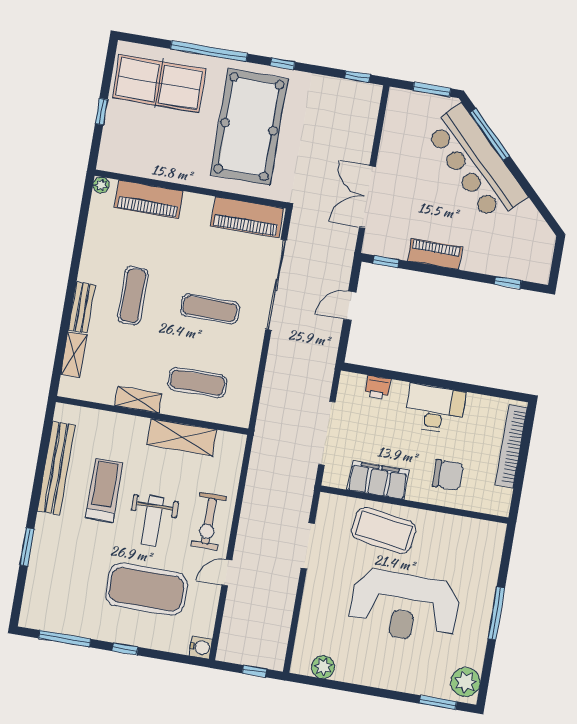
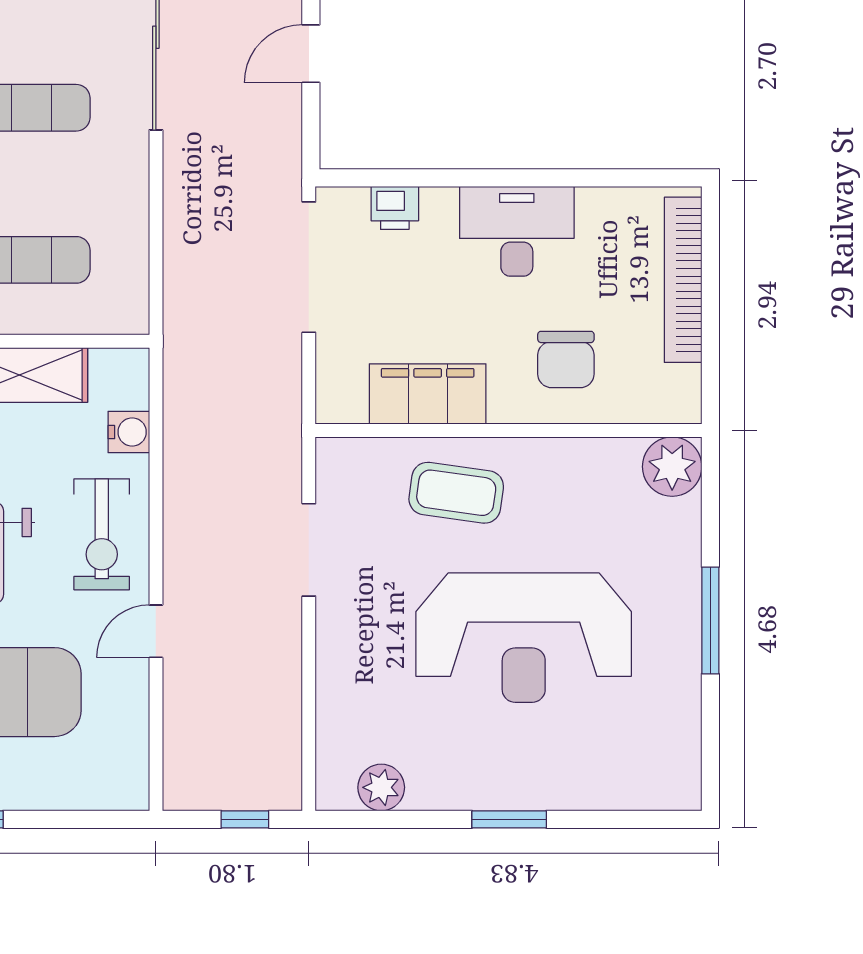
doorway: (327, 433) -> (309, 267), moved
chair: (448, 475) -> (566, 359), turned 90
coffee table: (384, 530) -> (456, 493), width x0.73, depth x0.76
water cooler: (201, 647) -> (129, 432), moved
plant: (465, 682) -> (672, 467), moved
window: (438, 702) -> (509, 819), moved

